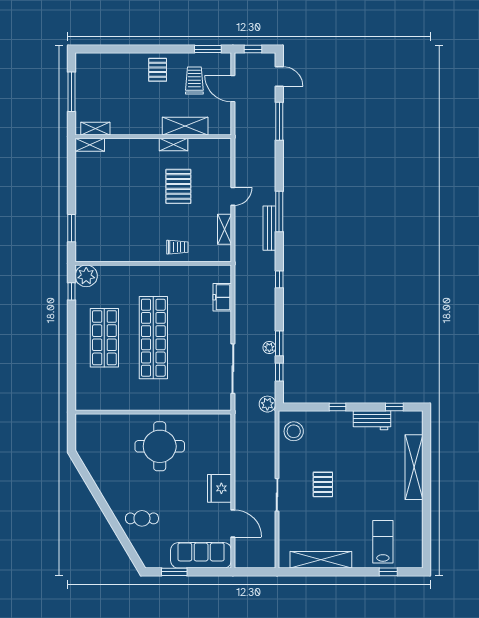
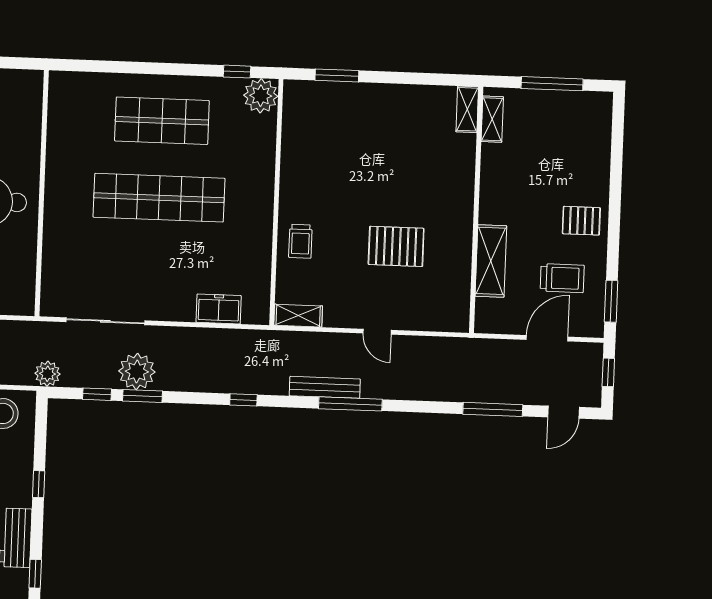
shelving: (173, 145) -> (463, 241), removed
shelving: (225, 229) -> (298, 316), moved
plant: (269, 348) -> (137, 371), width x1.88, depth x1.88

